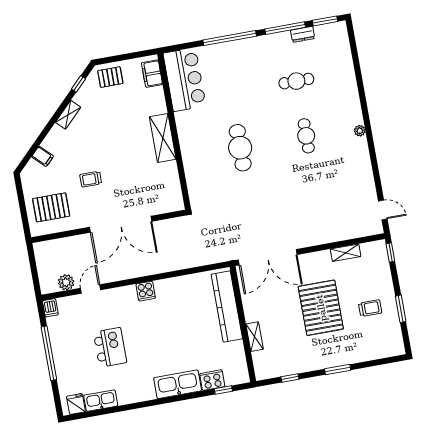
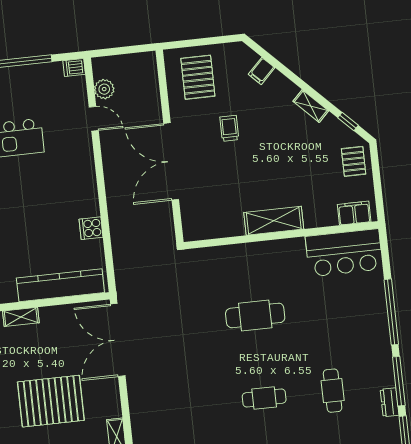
cooker: (146, 291) -> (91, 228), moved

